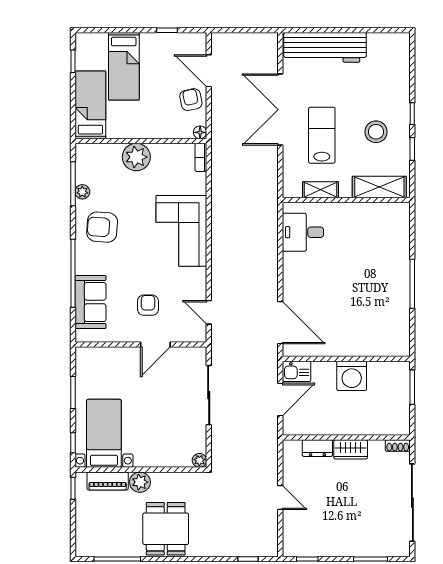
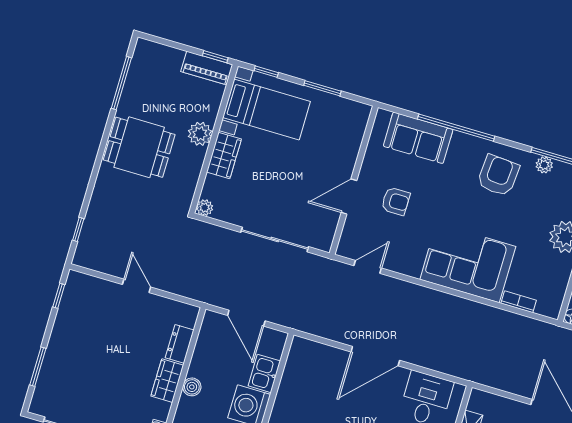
bookcase: (201, 157) -> (519, 302), moved
door: (280, 323) -> (375, 356), moved
door: (155, 345) -> (349, 196), hinge flipped
kitchen sink: (297, 371) -> (264, 373), moved
boiler: (350, 428) -> (192, 387), added
wardrobe: (152, 457) -> (224, 156), added
piano: (108, 481) -> (207, 68), moved, turned -90
door: (280, 497) -> (137, 286), swing flipped

